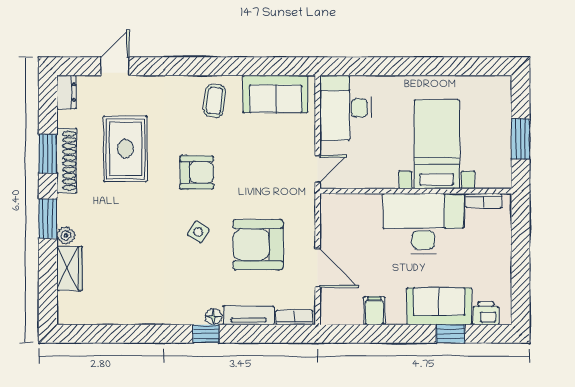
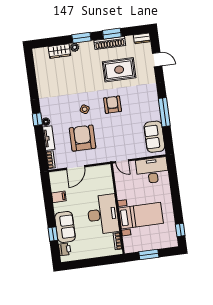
window: (227, 66) -> (164, 112), added
window: (478, 66) -> (180, 230), added
coffee table: (215, 101) -> (147, 109), removed
armchair: (197, 172) -> (113, 105), turned 180

